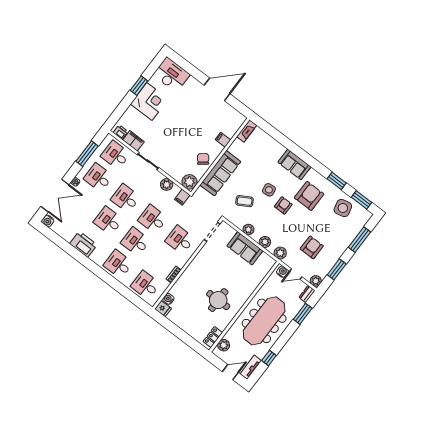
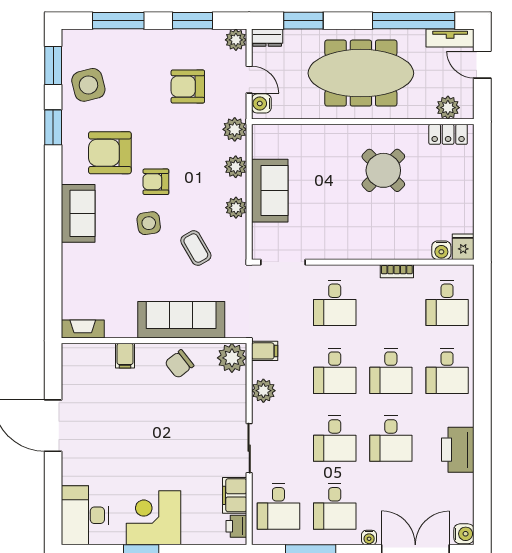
round table: (218, 300) -> (383, 170), turned 45
window: (269, 358) -> (414, 21), width x3.17

